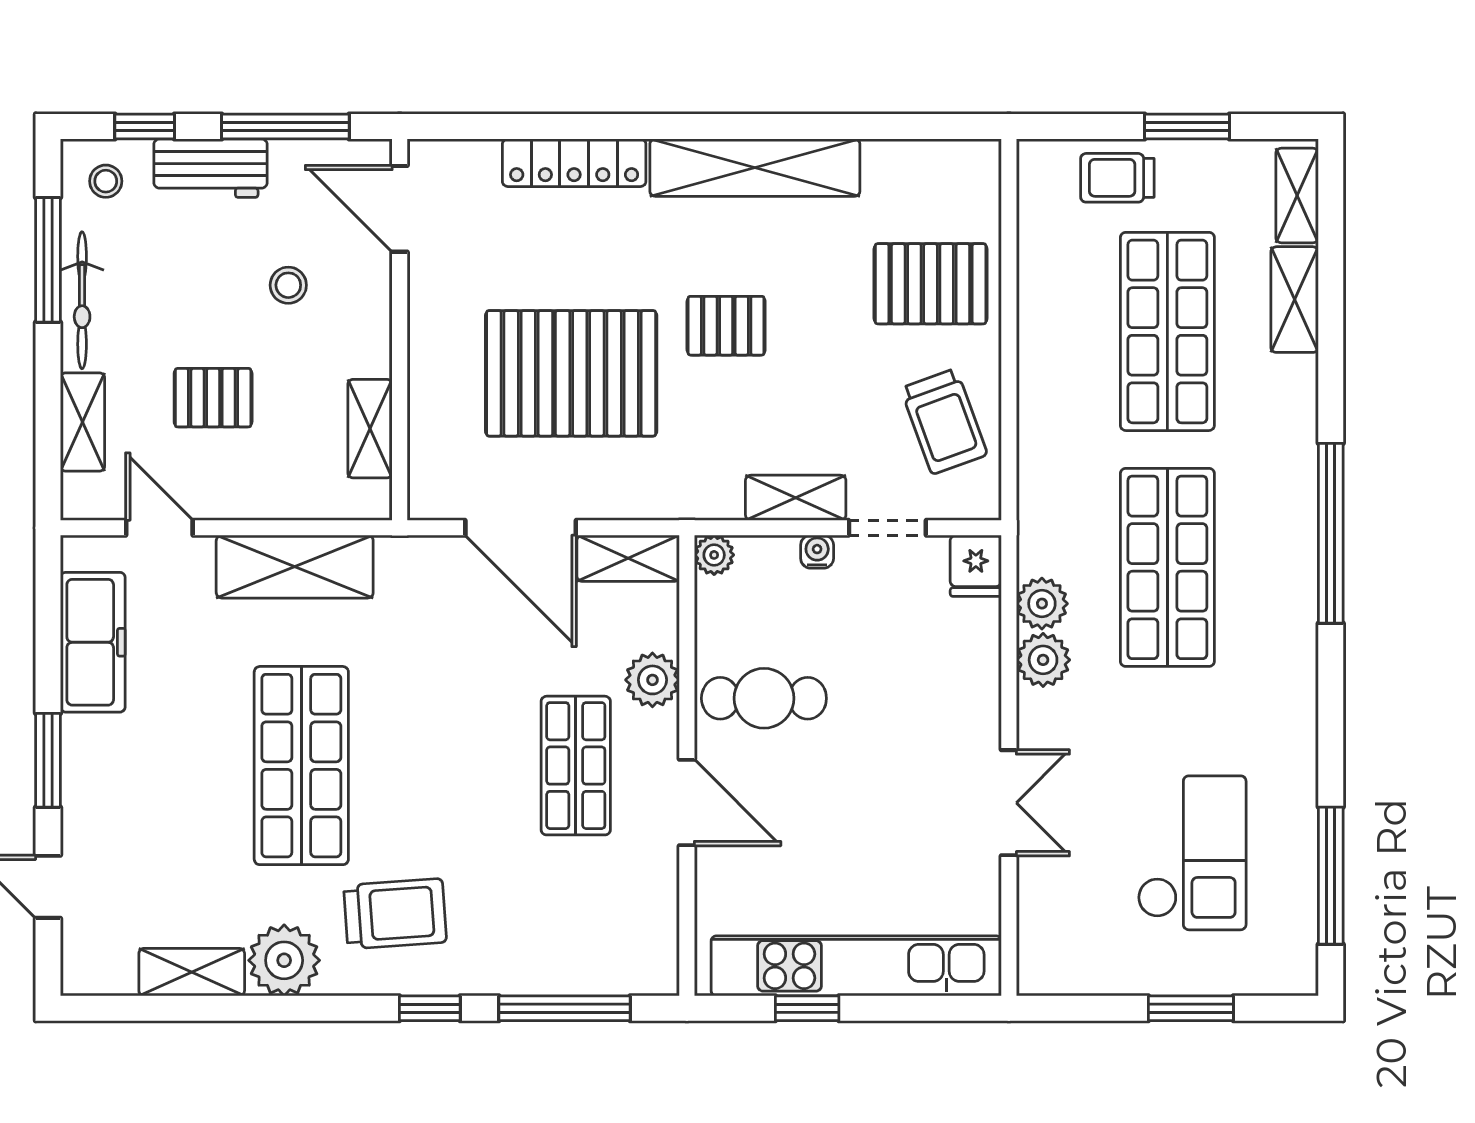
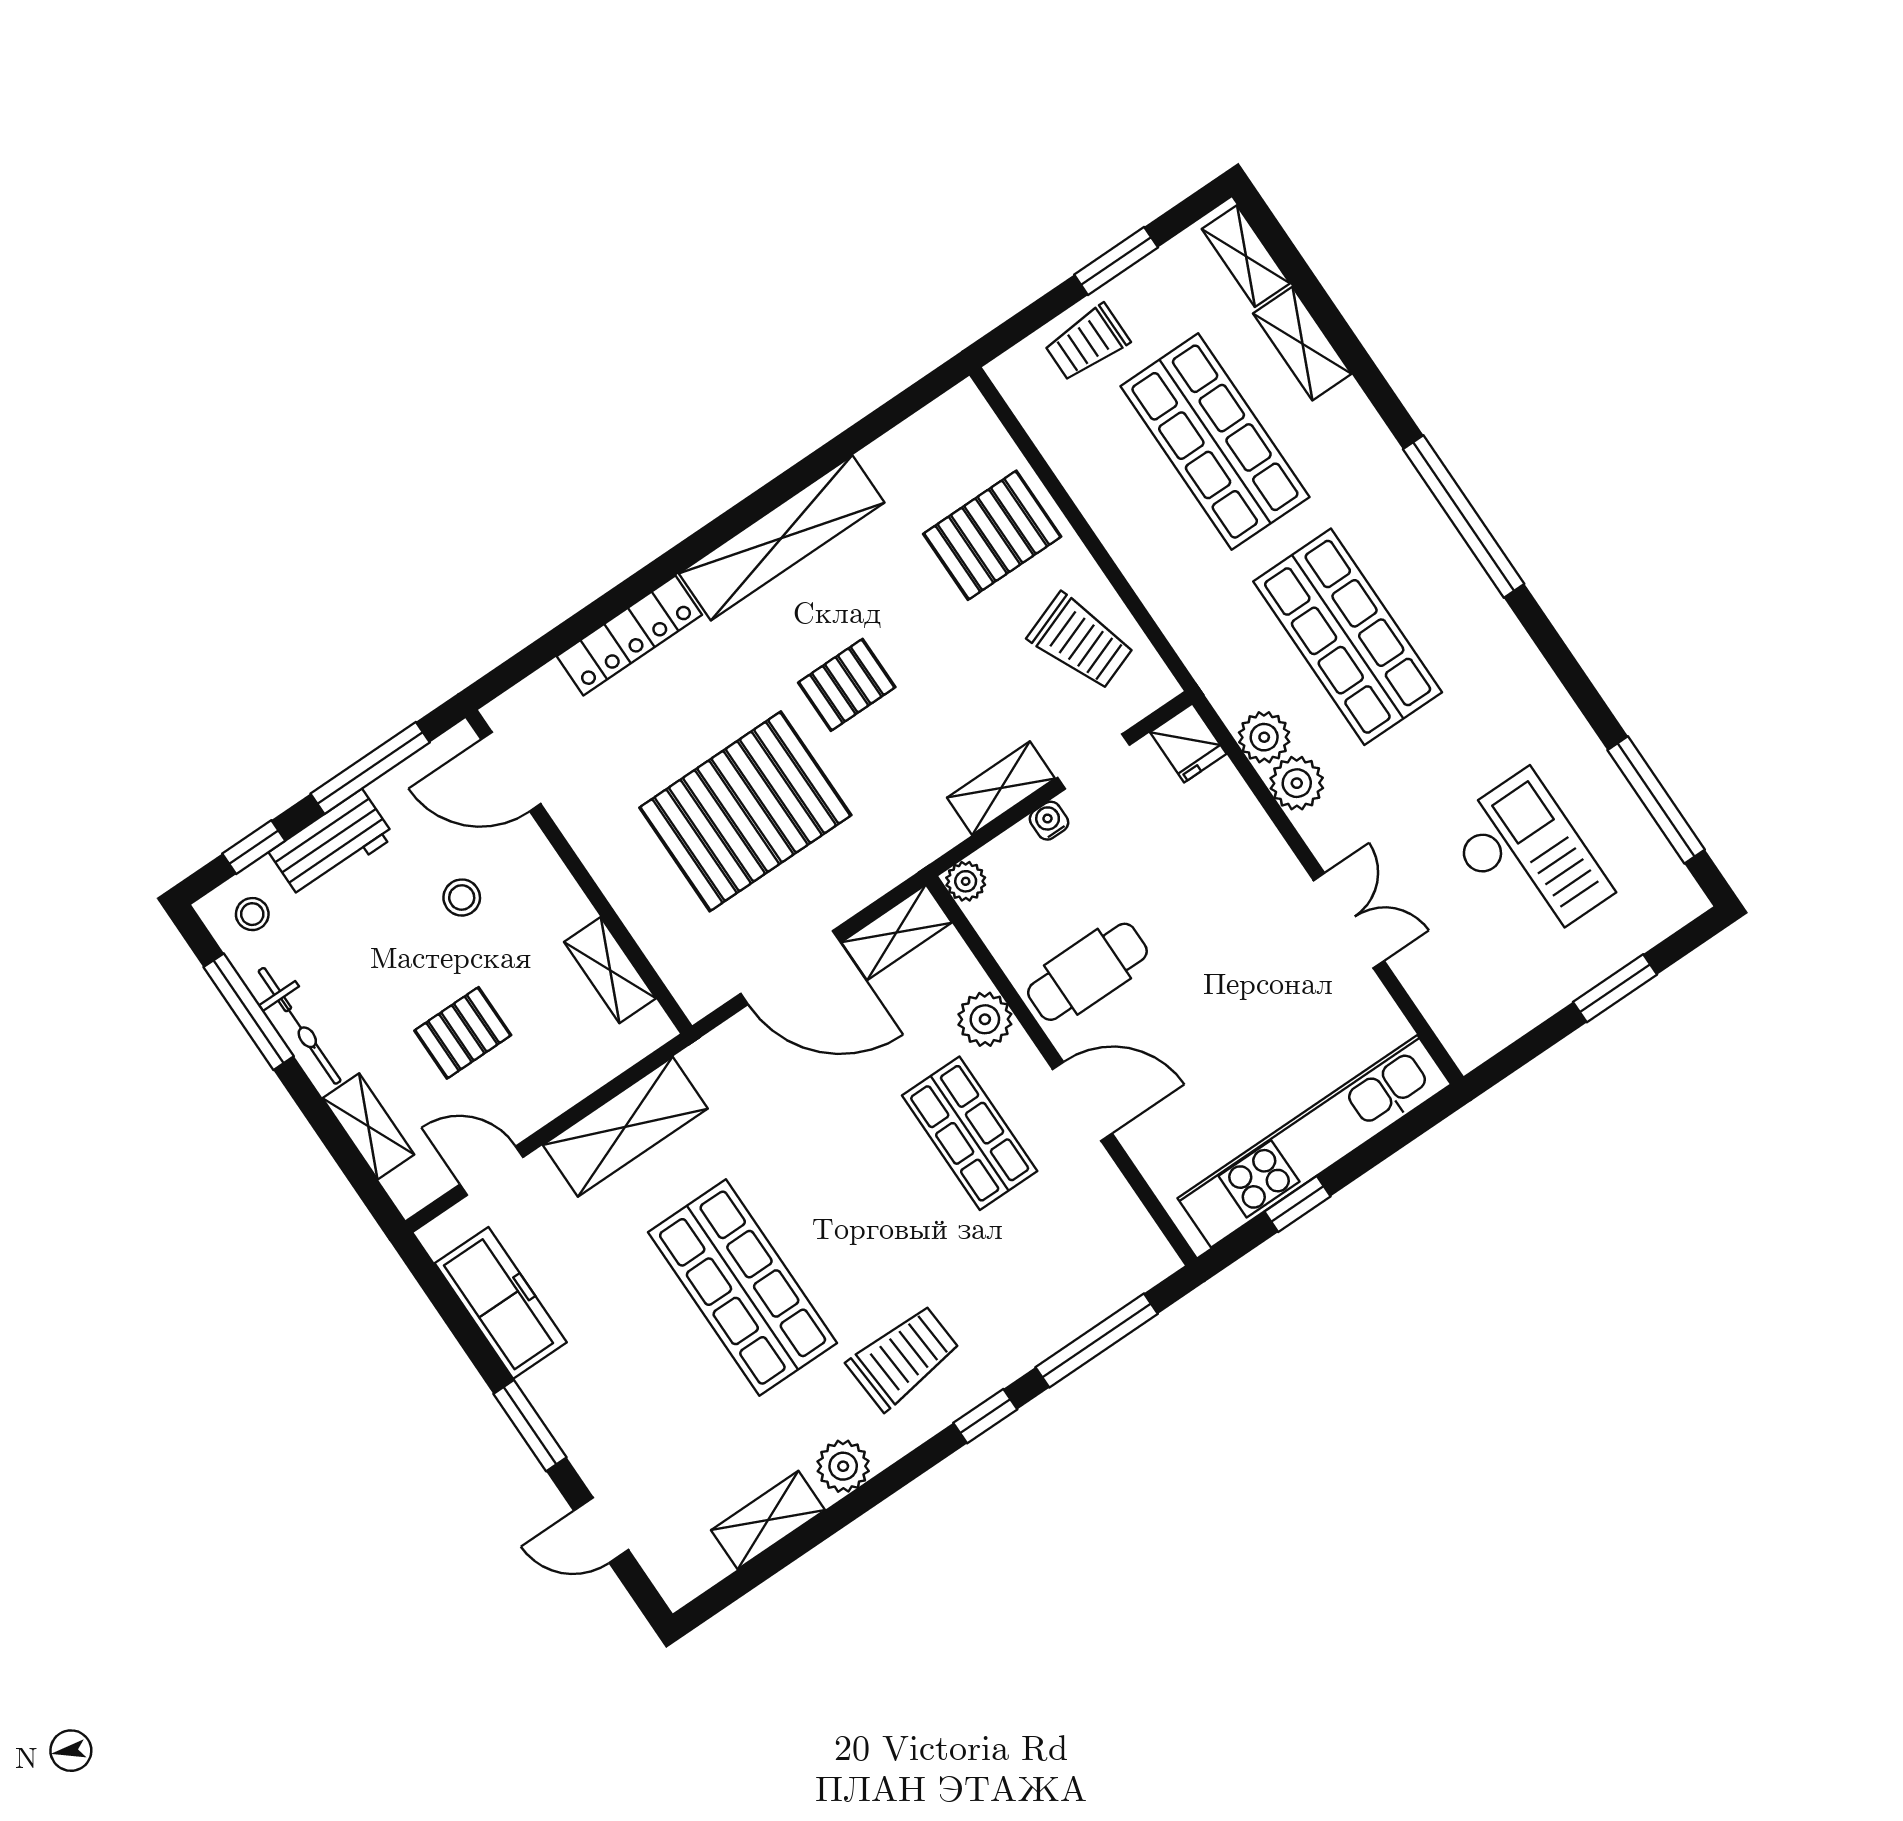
plant: (284, 960) -> (843, 1466), width x0.73, depth x0.73

